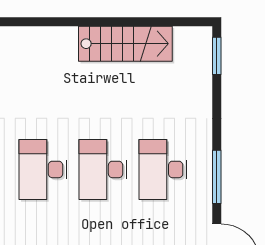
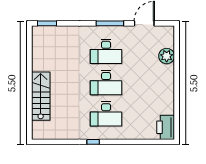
stairs: (125, 44) -> (41, 96), moved

